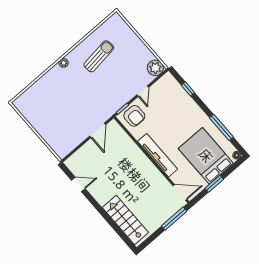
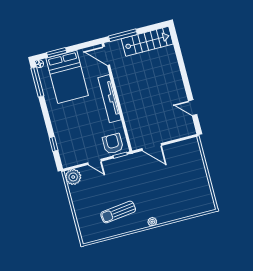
door: (143, 91) -> (95, 162), swing flipped
window: (221, 127) -> (37, 82), moved
door: (98, 130) -> (152, 147), swing flipped
window: (214, 184) -> (57, 52), moved
stairs: (125, 220) -> (147, 41), moved, turned -90

